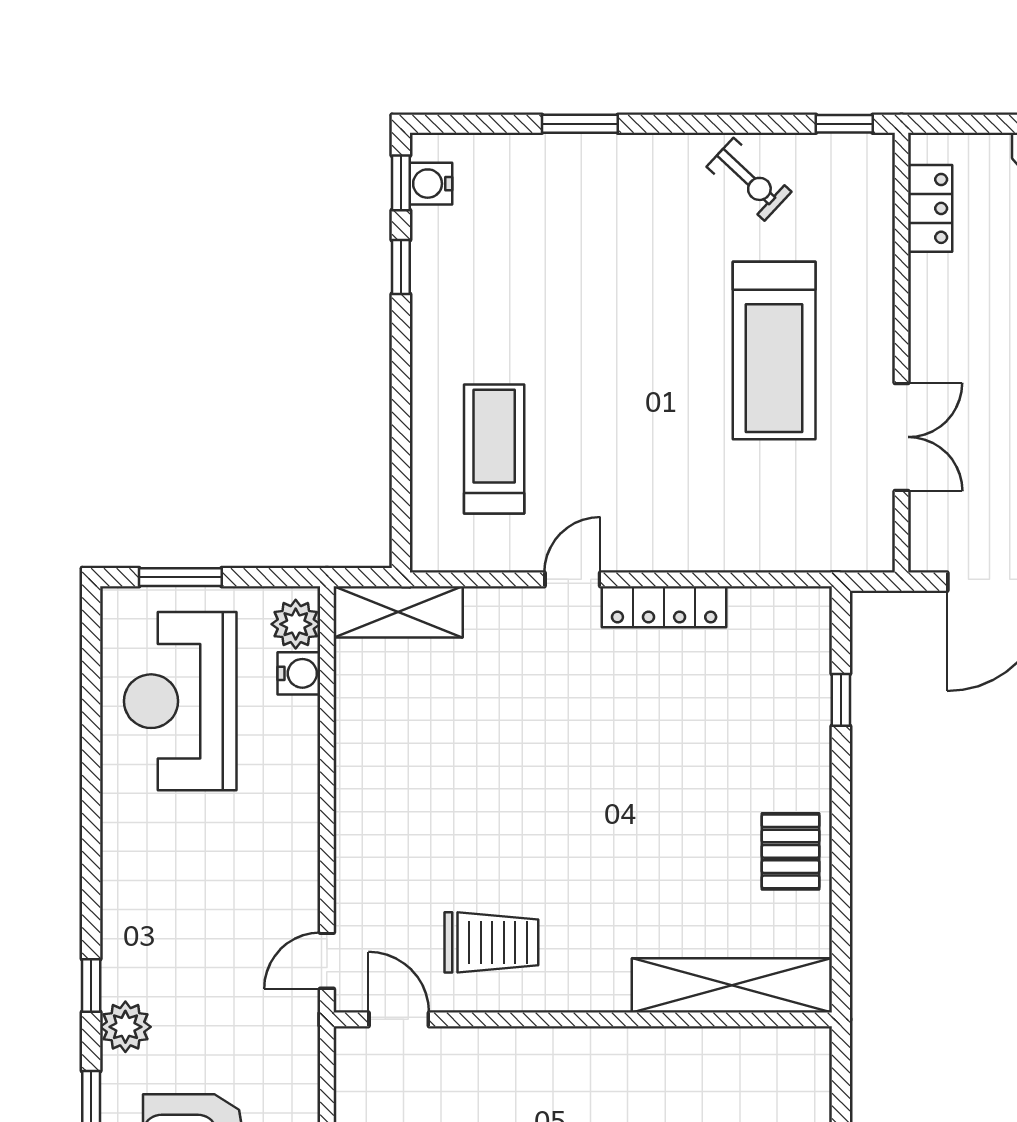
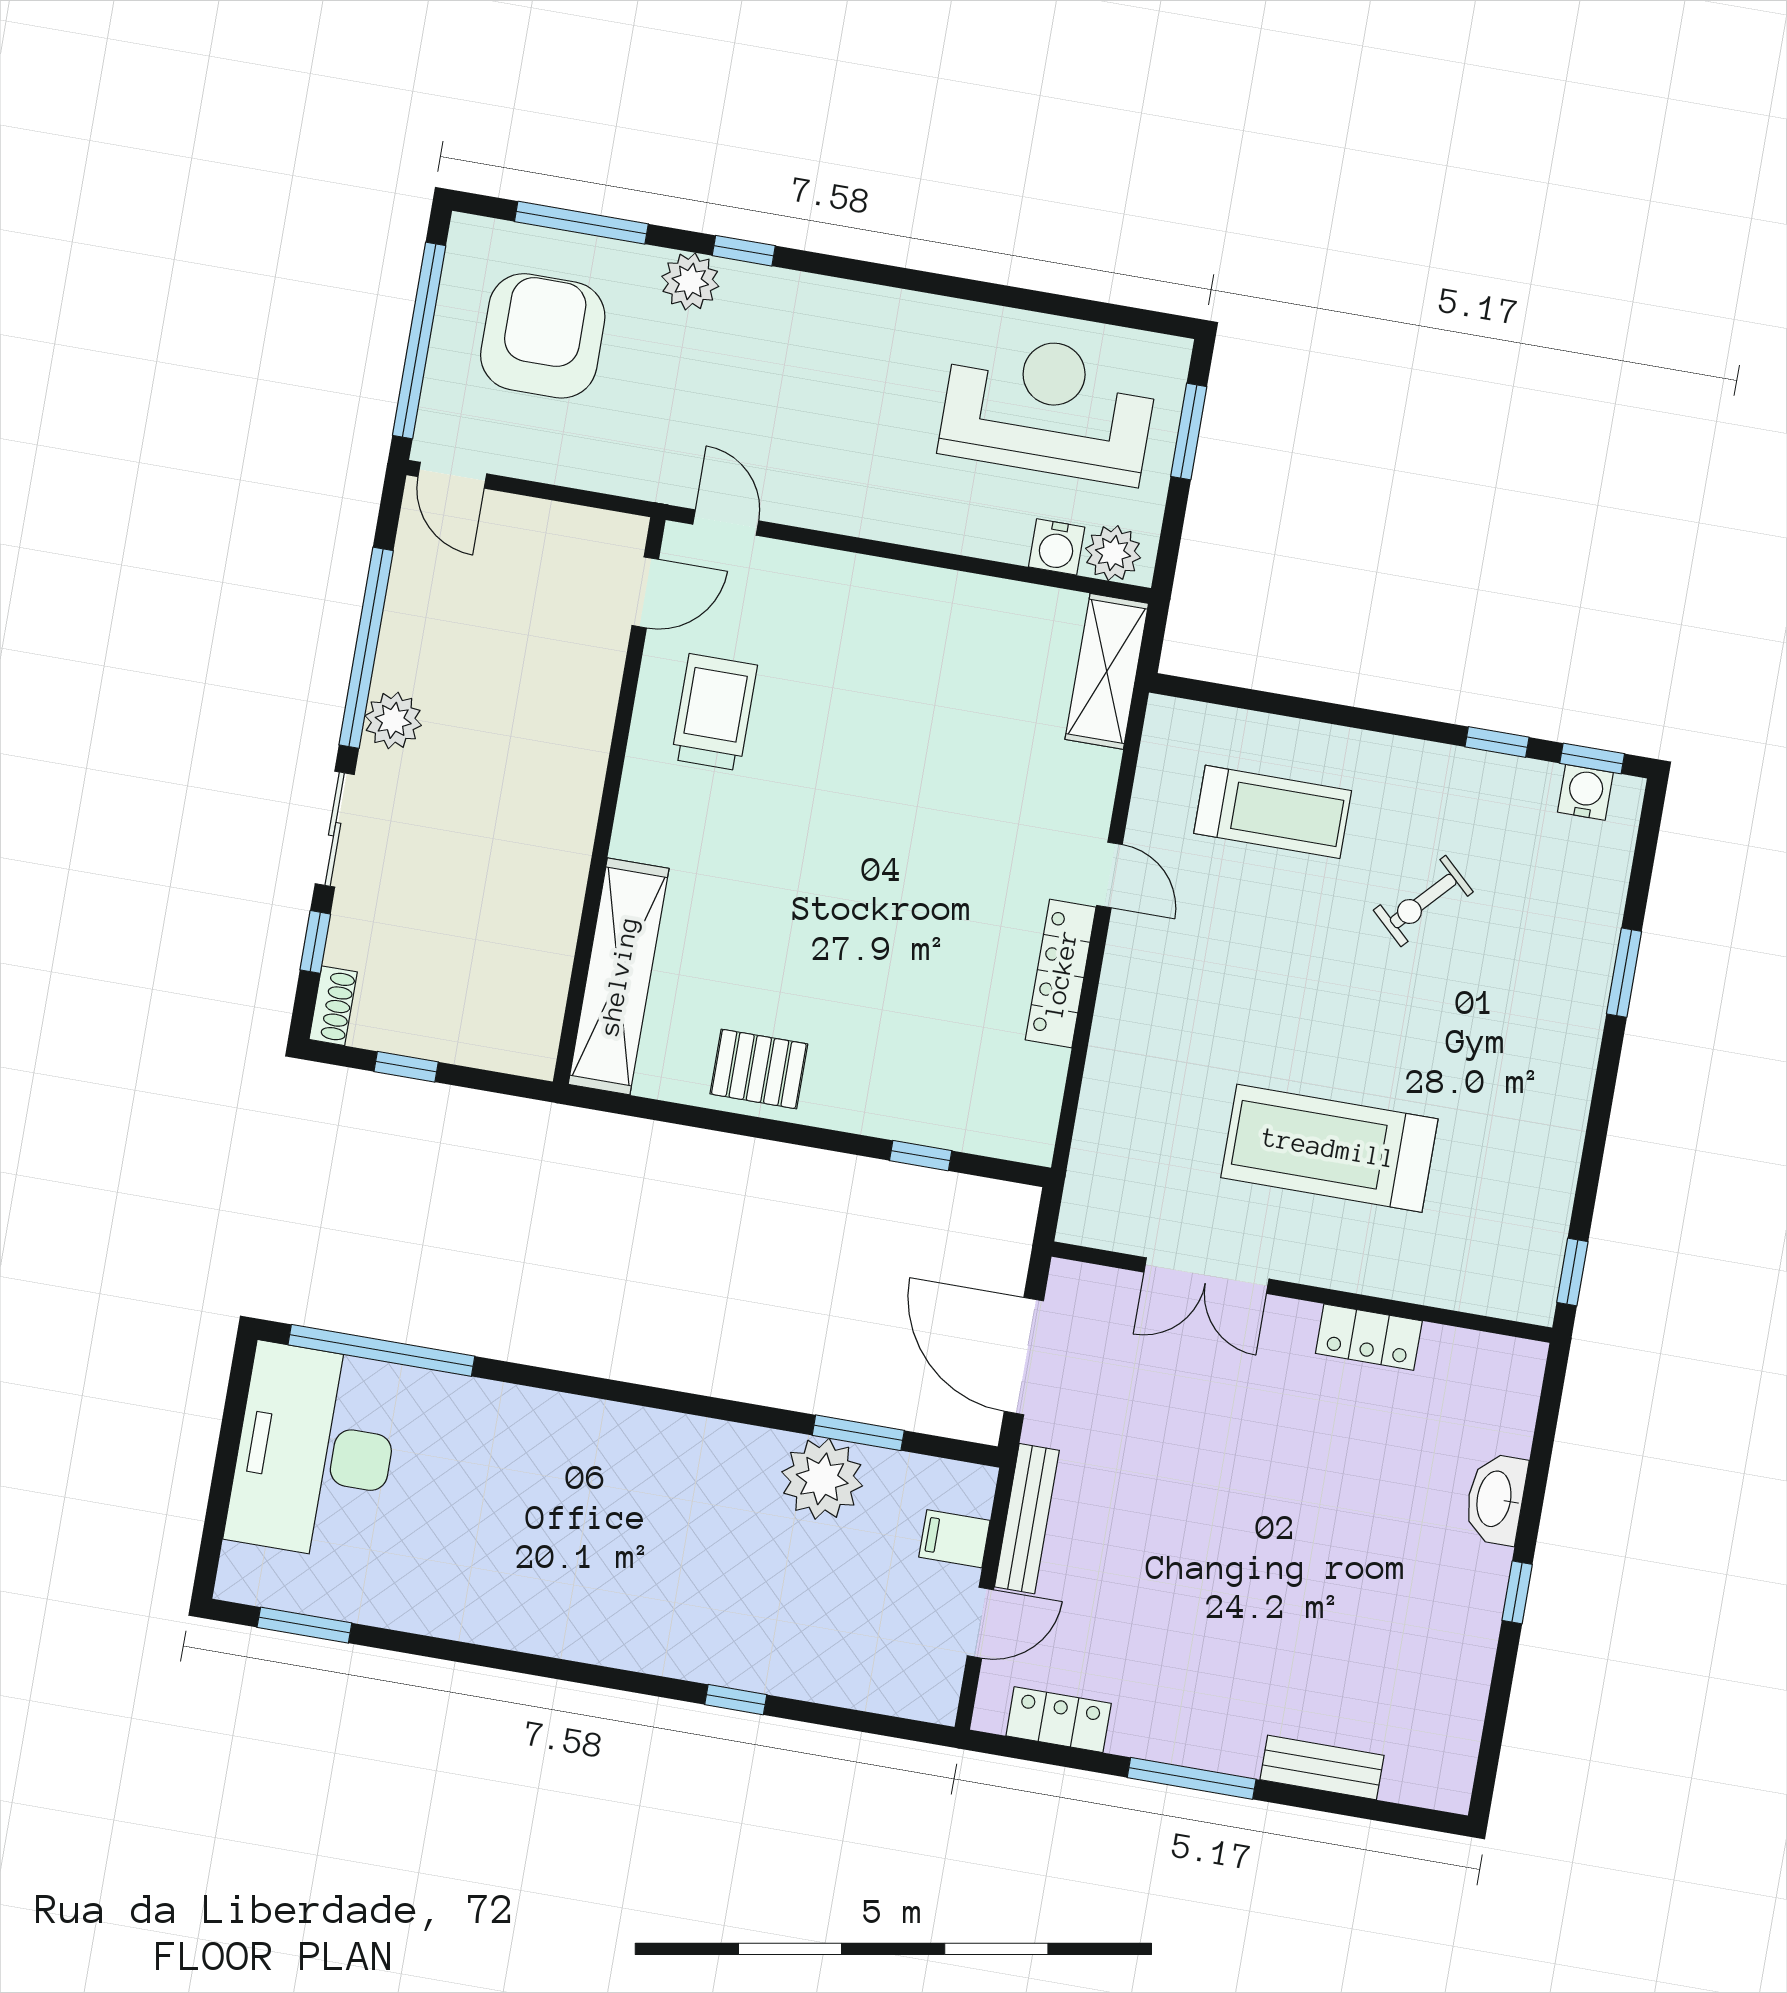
exercise bike: (749, 179) -> (1423, 901), moved
locker: (930, 208) -> (1369, 1337), moved
trolley: (491, 942) -> (714, 712), turned 180

